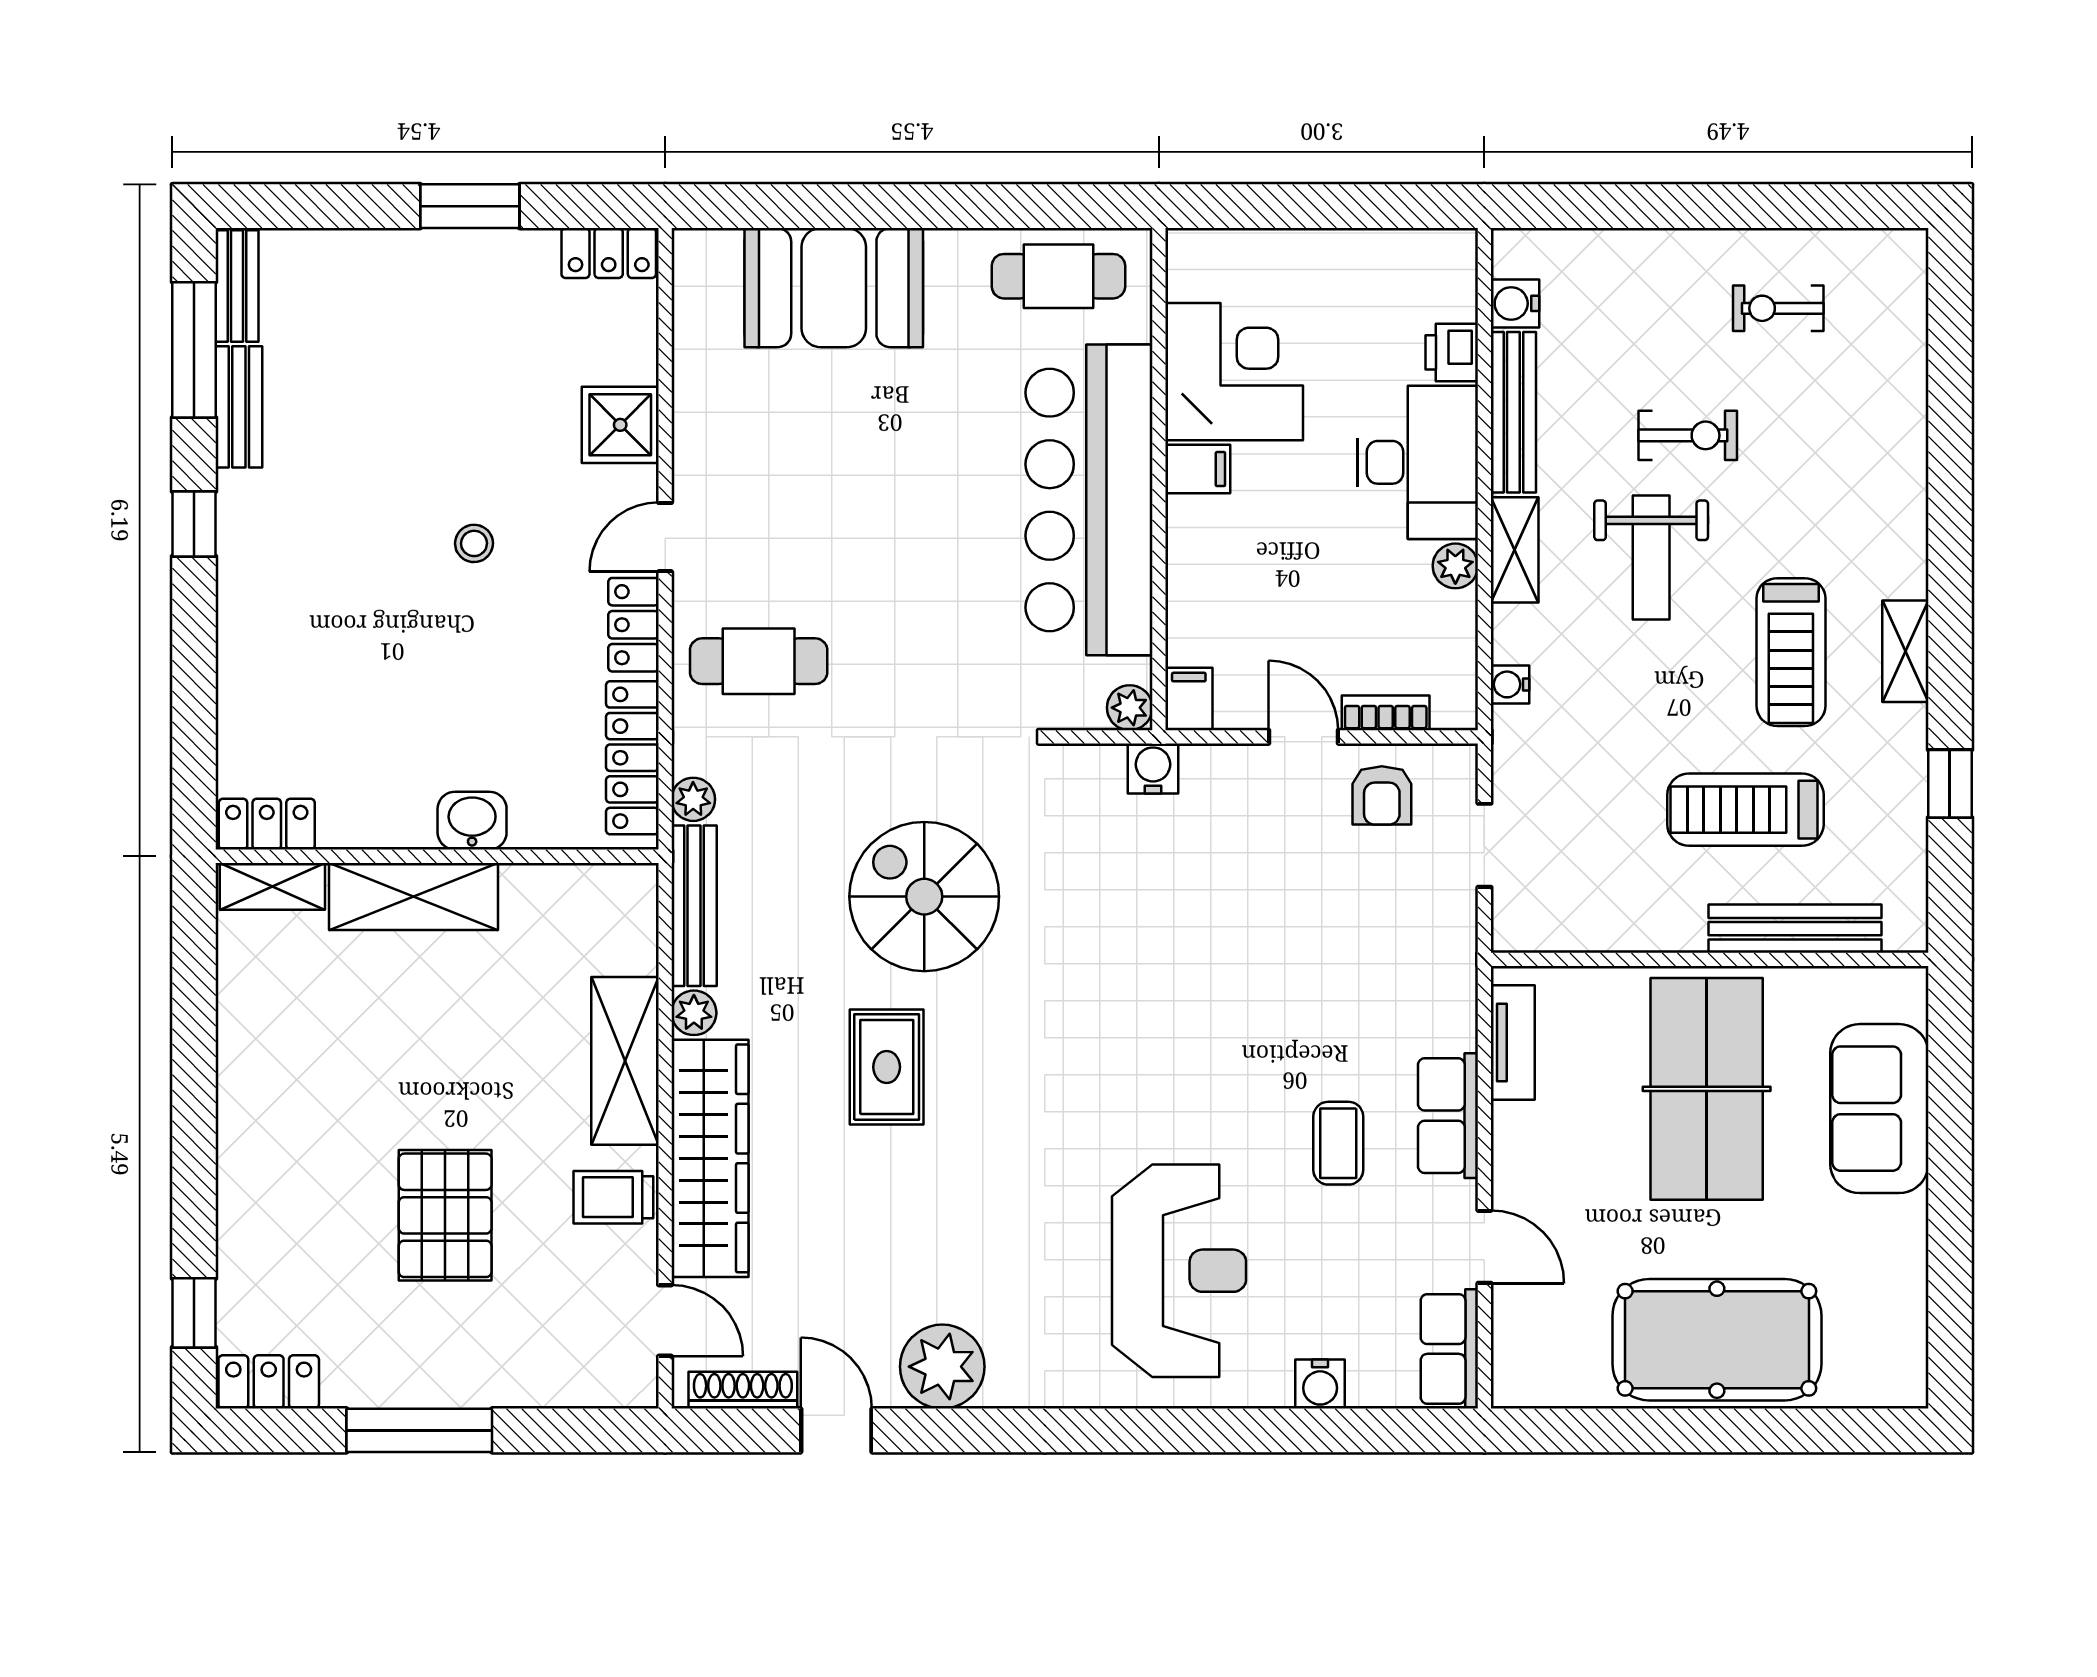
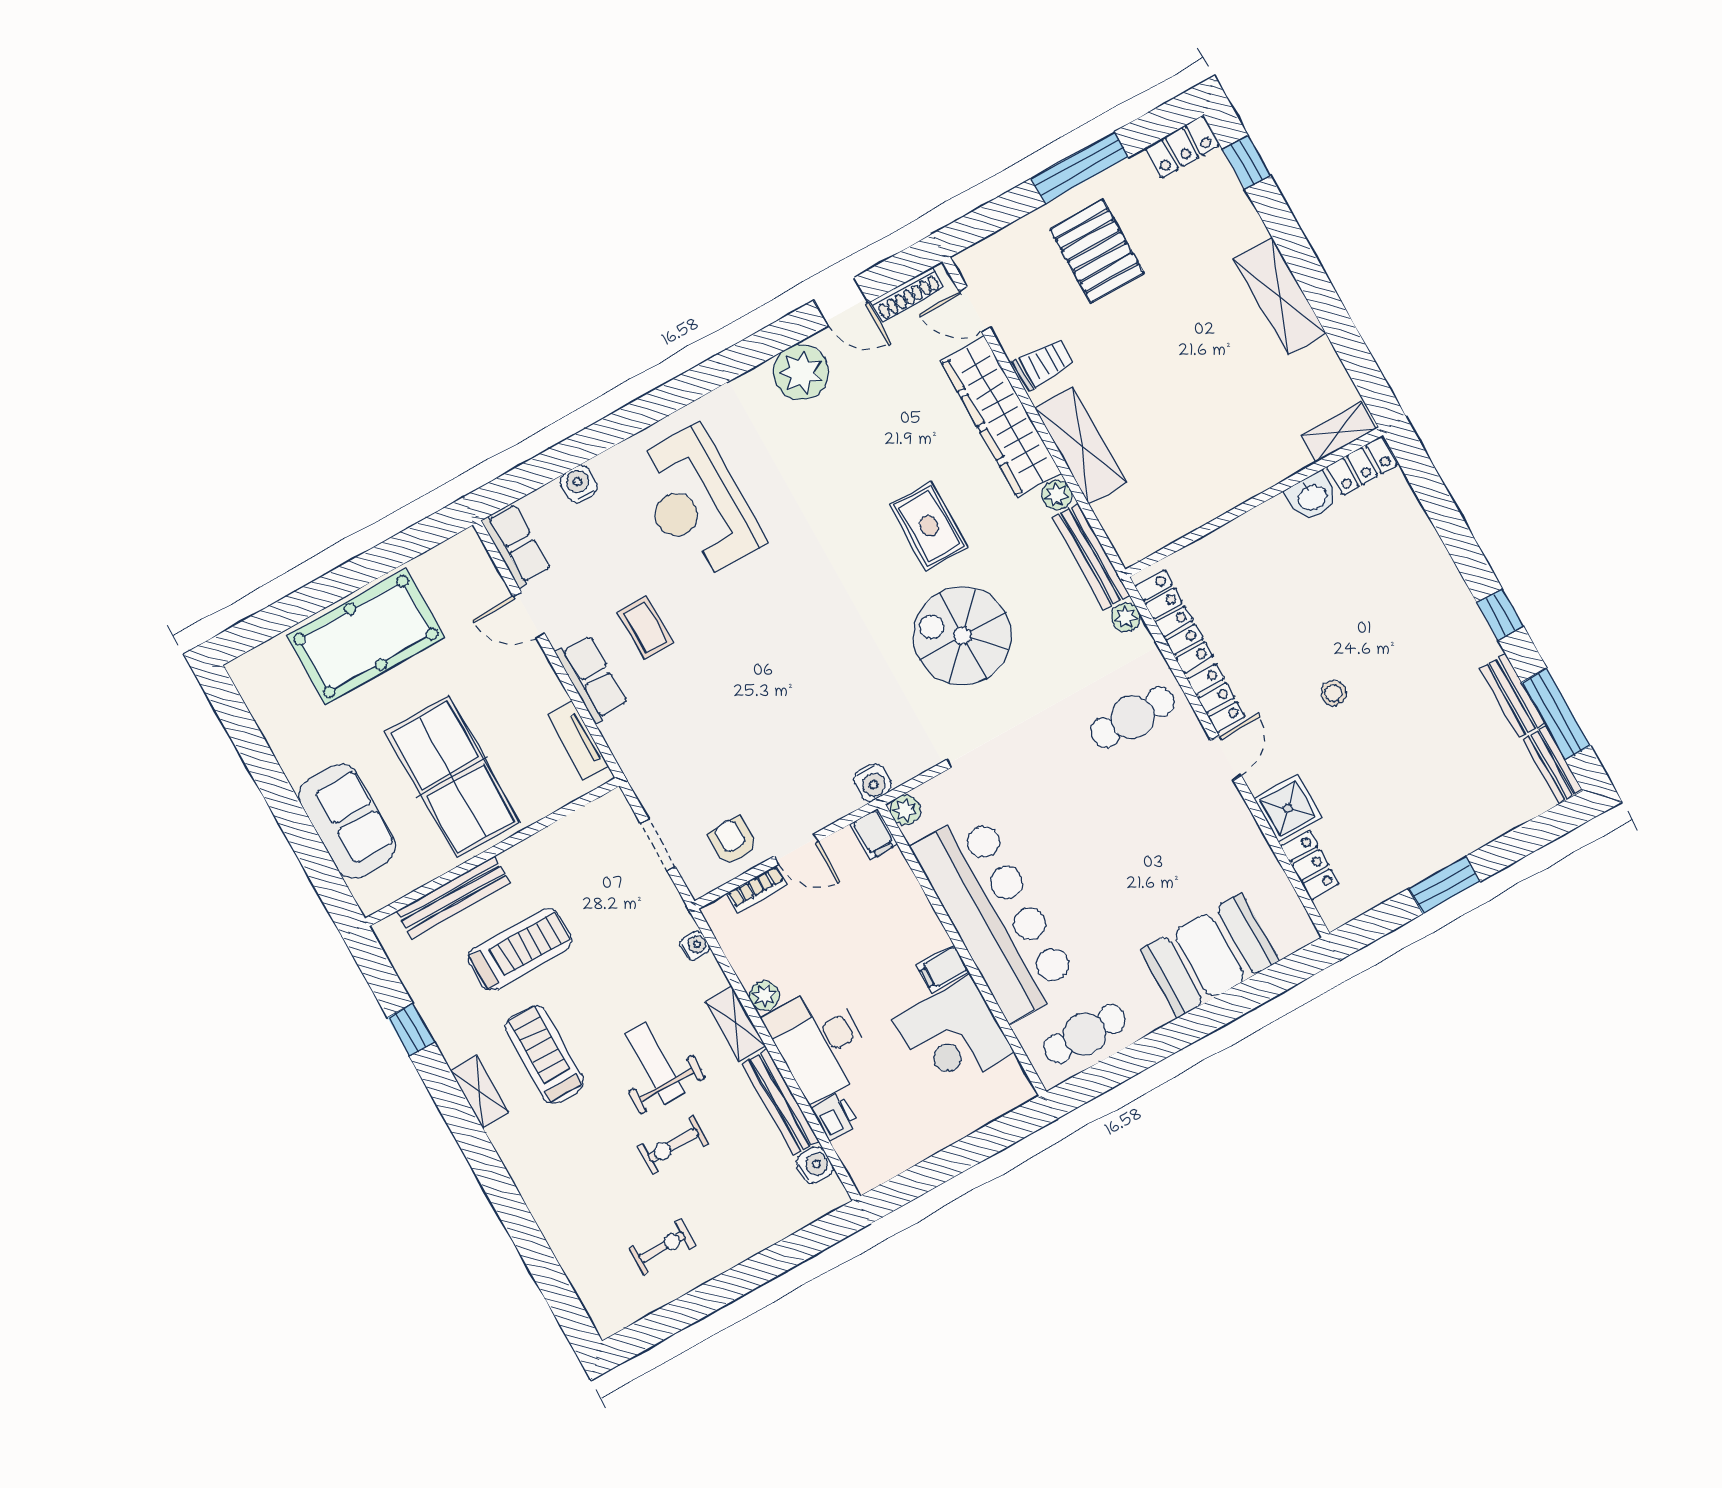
locker: (609, 253) -> (1310, 865), moved, turned 90
washbasin: (472, 821) -> (1312, 497), moved
shelving: (413, 896) -> (1280, 296), moved, turned 90
spiral stairs: (924, 897) -> (962, 636), turned 180
pallet: (445, 1215) -> (1097, 251), moved

